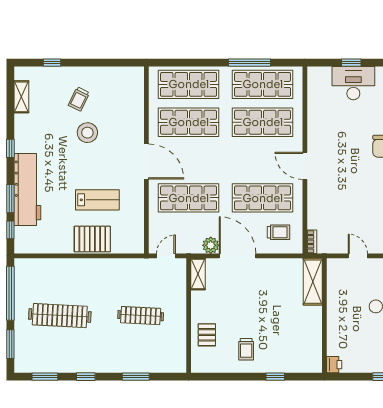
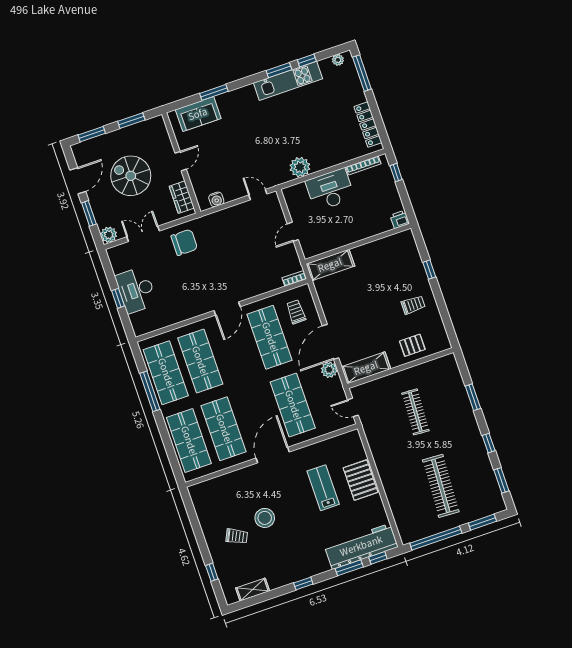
workbench: (27, 190) -> (361, 546), moved
shelving: (198, 274) -> (366, 368), width x1.50, depth x1.33

